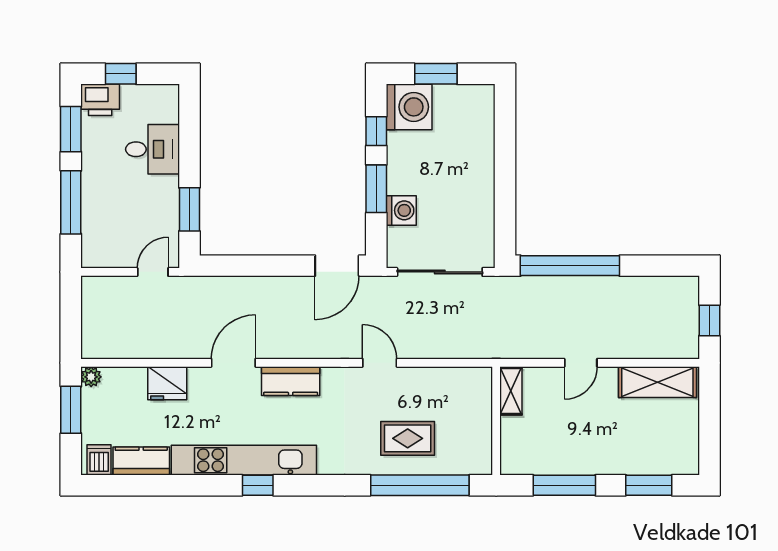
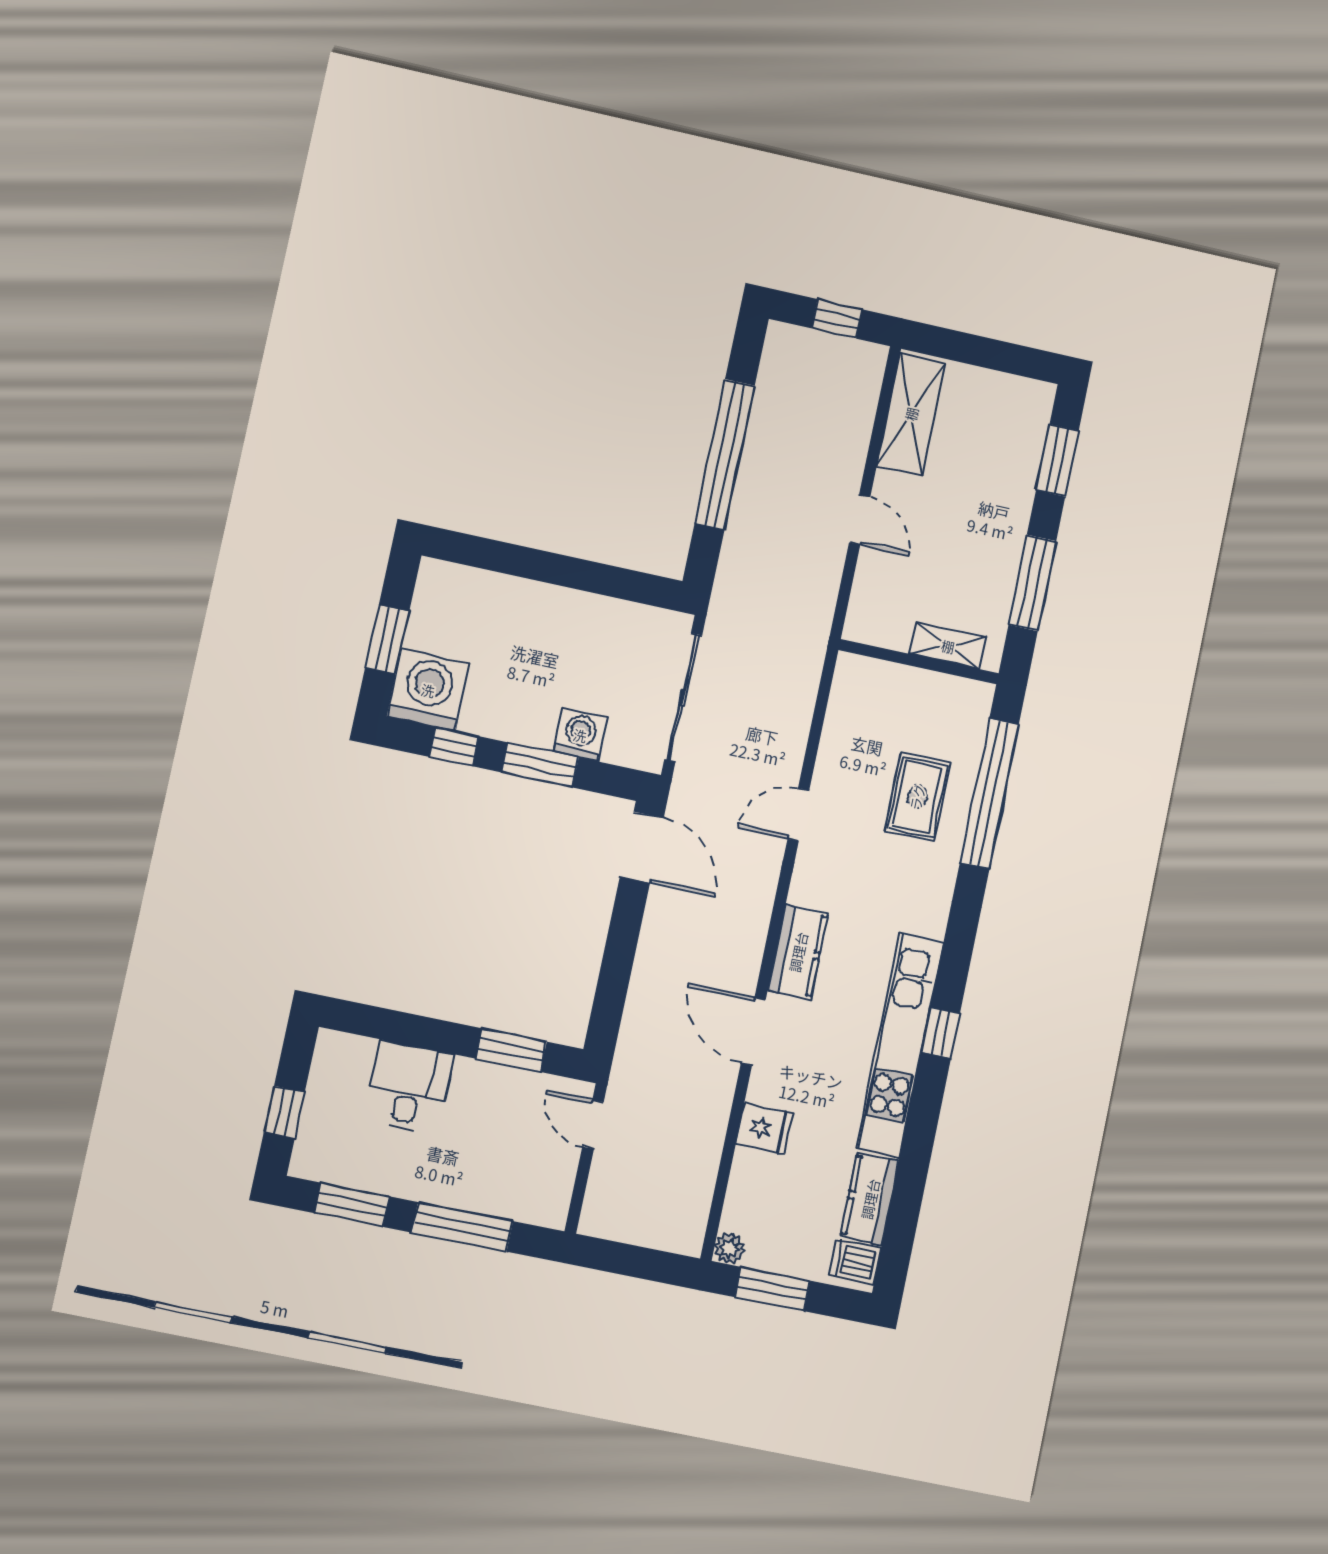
printer: (100, 100) -> (317, 1151), removed
window: (570, 266) -> (725, 454), moved
fridge: (167, 383) -> (765, 1129), width x0.72
shelving: (511, 391) -> (948, 646), moved

